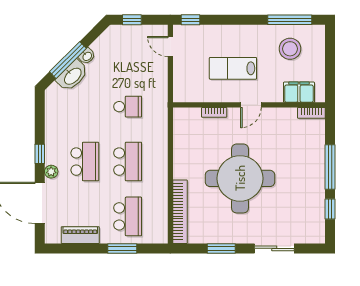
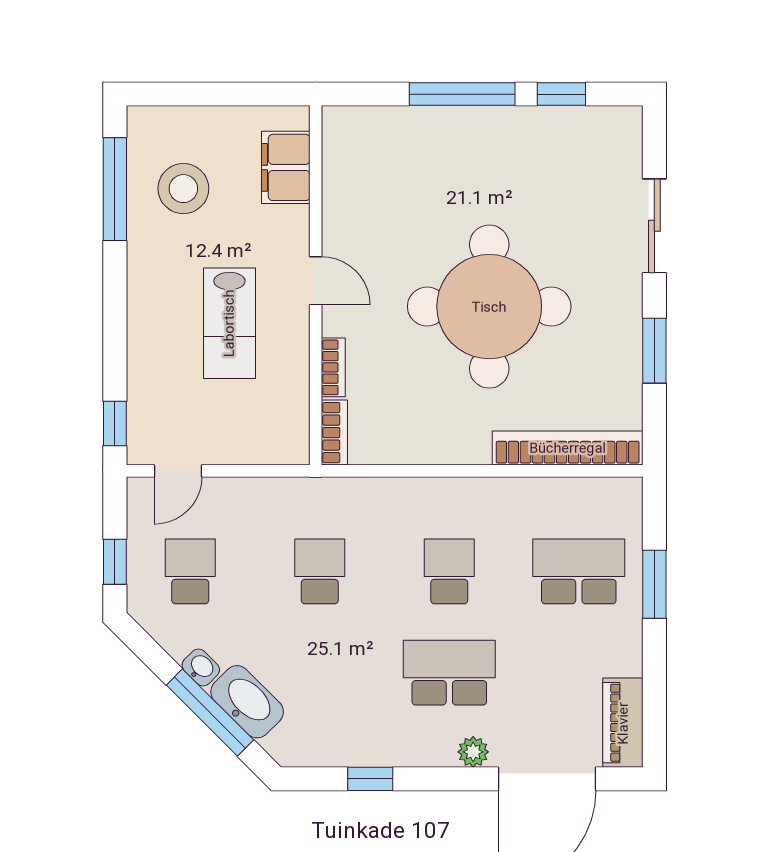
school desk: (128, 52) -> (190, 571), added
bookcase: (311, 113) -> (334, 433), moved
window: (40, 154) -> (370, 779), moved
school desk: (128, 162) -> (449, 571), width x0.54
piano: (80, 235) -> (623, 723), moved

